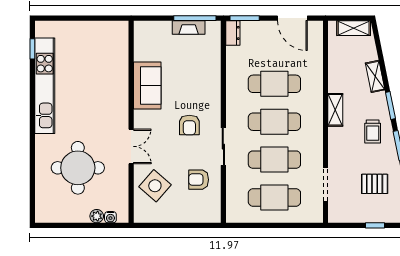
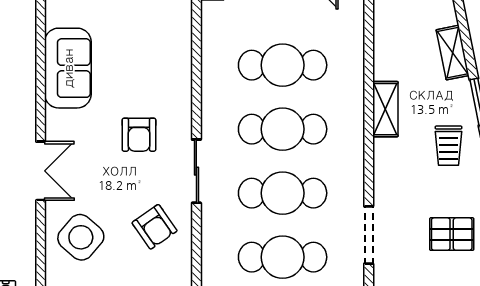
armchair: (199, 180) -> (155, 227), turned -125

